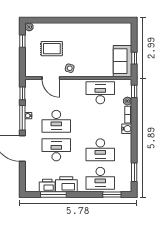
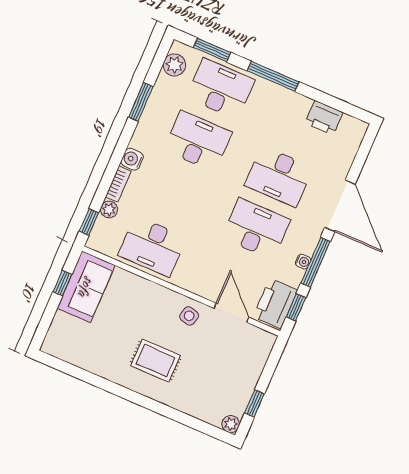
rug: (52, 49) -> (156, 361), moved
window: (134, 172) -> (141, 102), moved
plant: (126, 180) -> (174, 65), added
printer: (66, 184) -> (275, 304), moved, turned 90
window: (53, 194) -> (273, 76), moved

